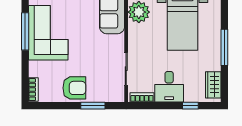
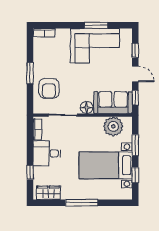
window: (25, 31) -> (96, 25), width x0.69
floor lamp: (118, 42) -> (87, 108), added
armchair: (74, 88) -> (49, 88), moved
window: (93, 106) -> (30, 73), moved

